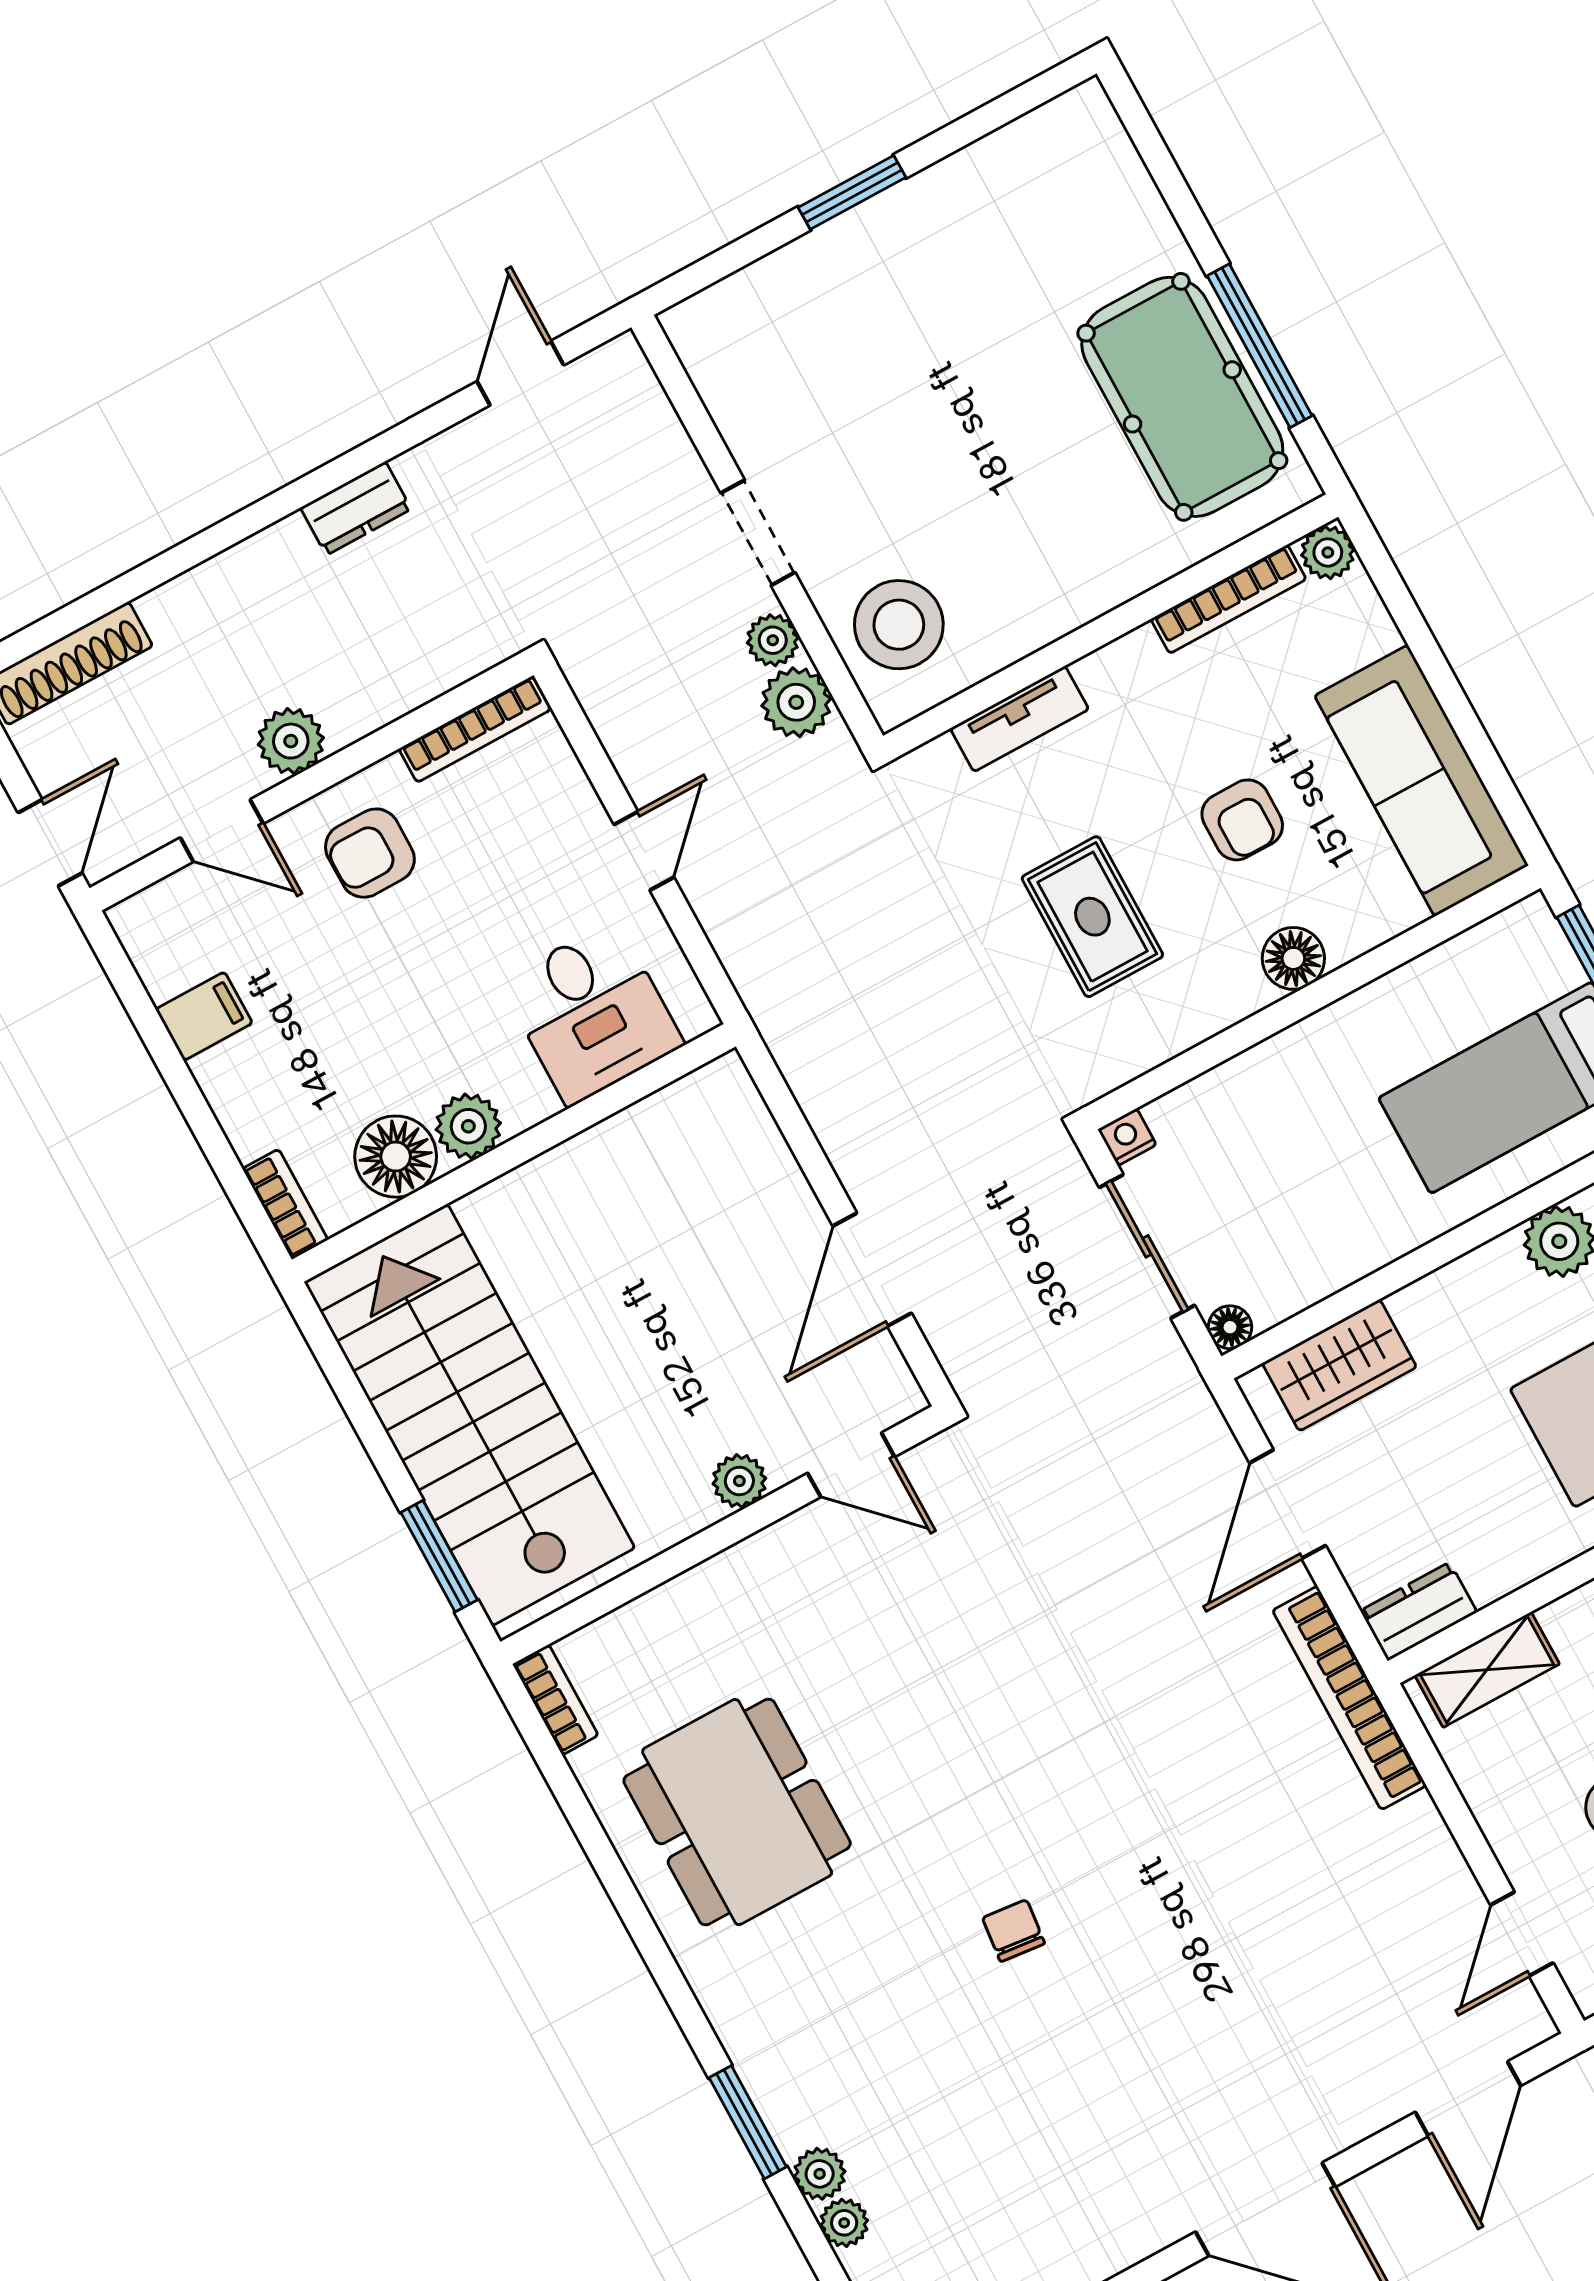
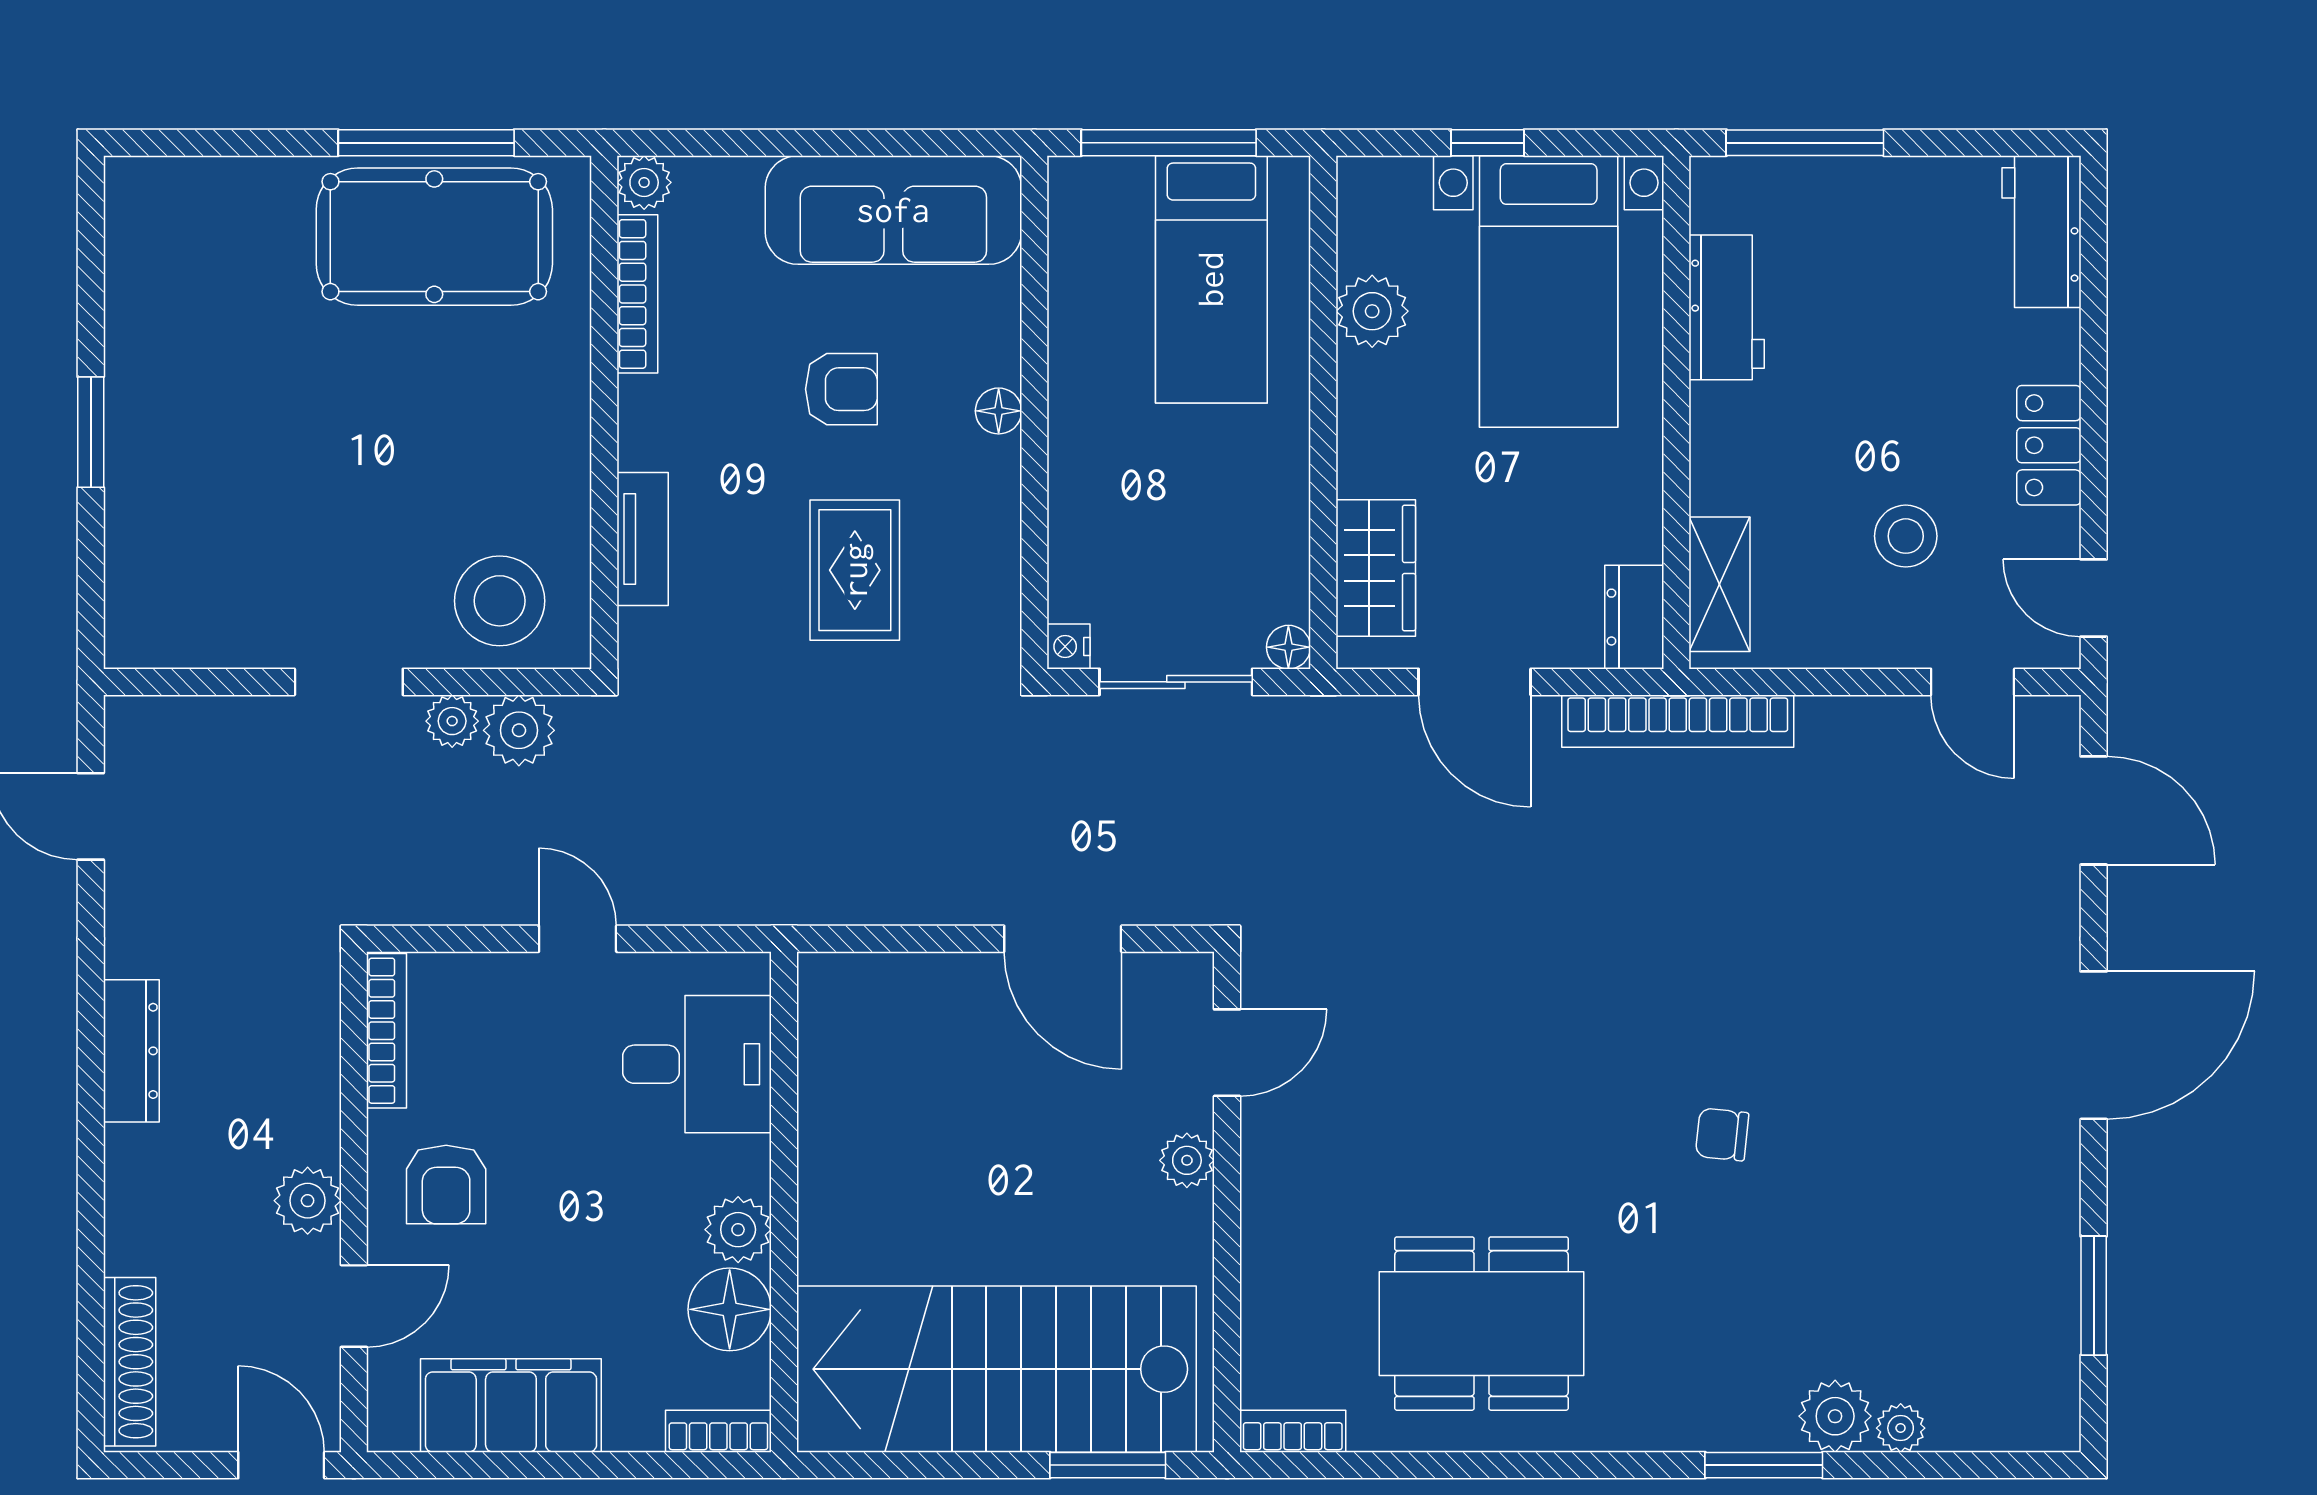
dresser: (356, 508) -> (131, 1051), width x1.44
rug: (1092, 917) -> (855, 570), turned 90
floor lamp: (1293, 958) -> (999, 411), width x0.73, depth x0.73
filing cabinet: (204, 1016) -> (511, 1405), width x3.00, depth x1.17
plant: (820, 2174) -> (1835, 1416), width x1.38, depth x1.38

